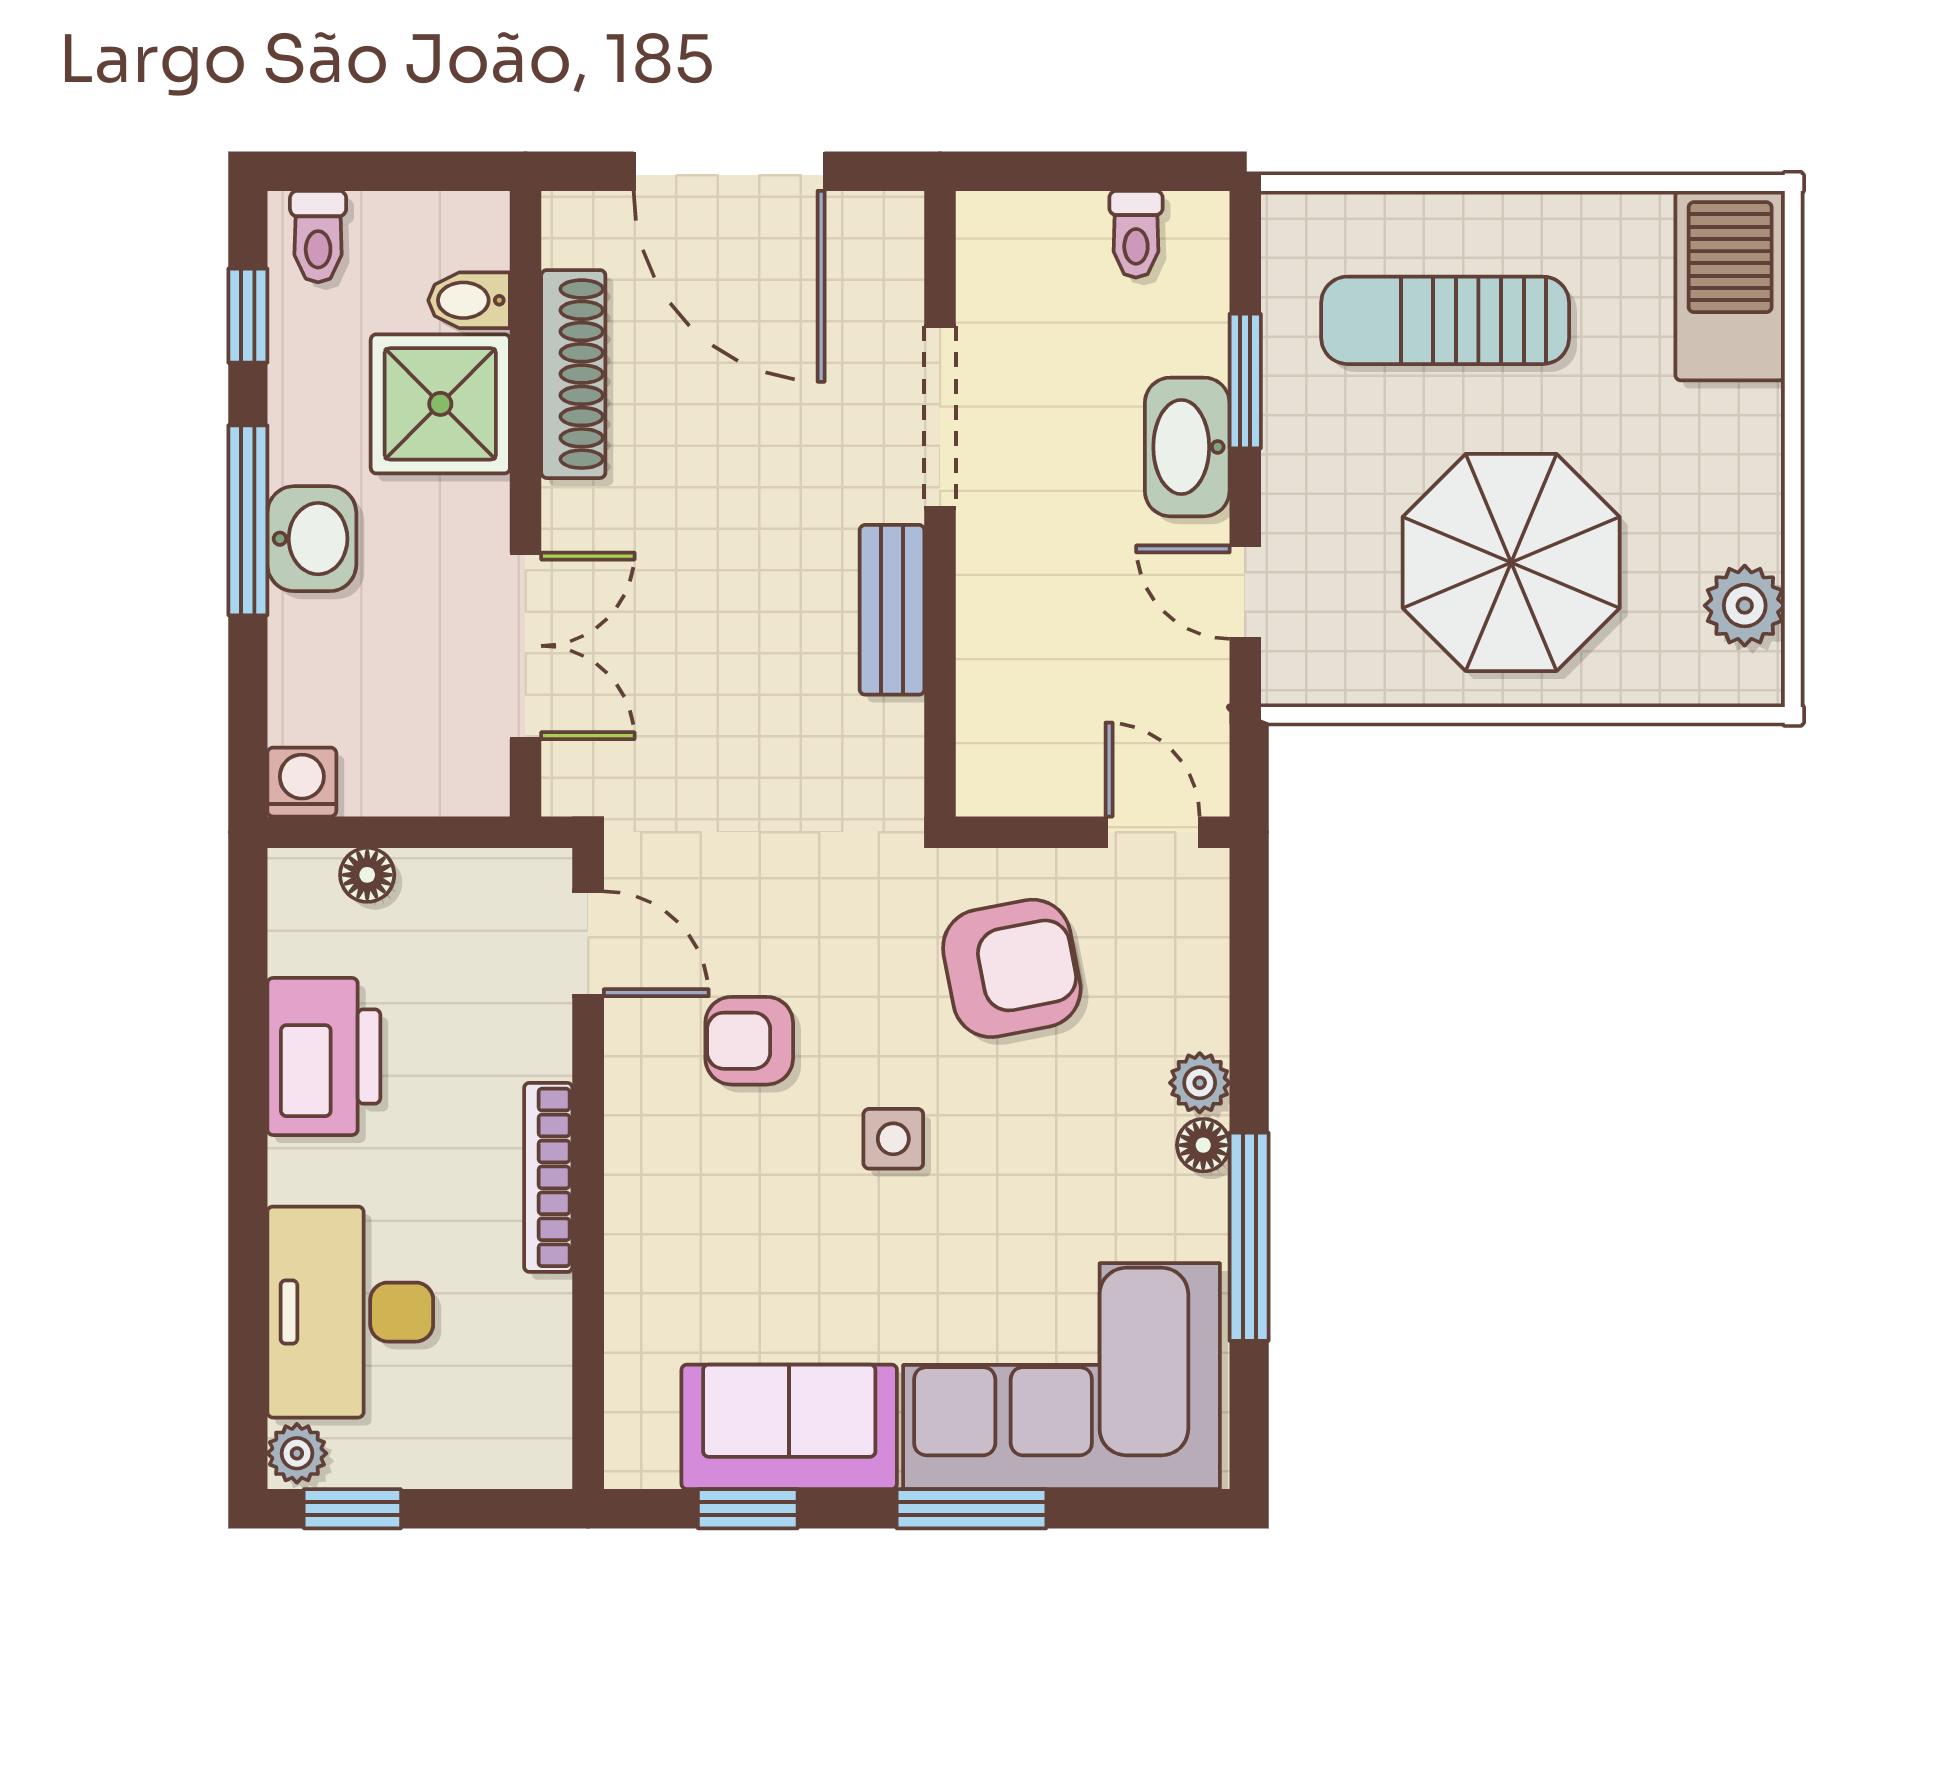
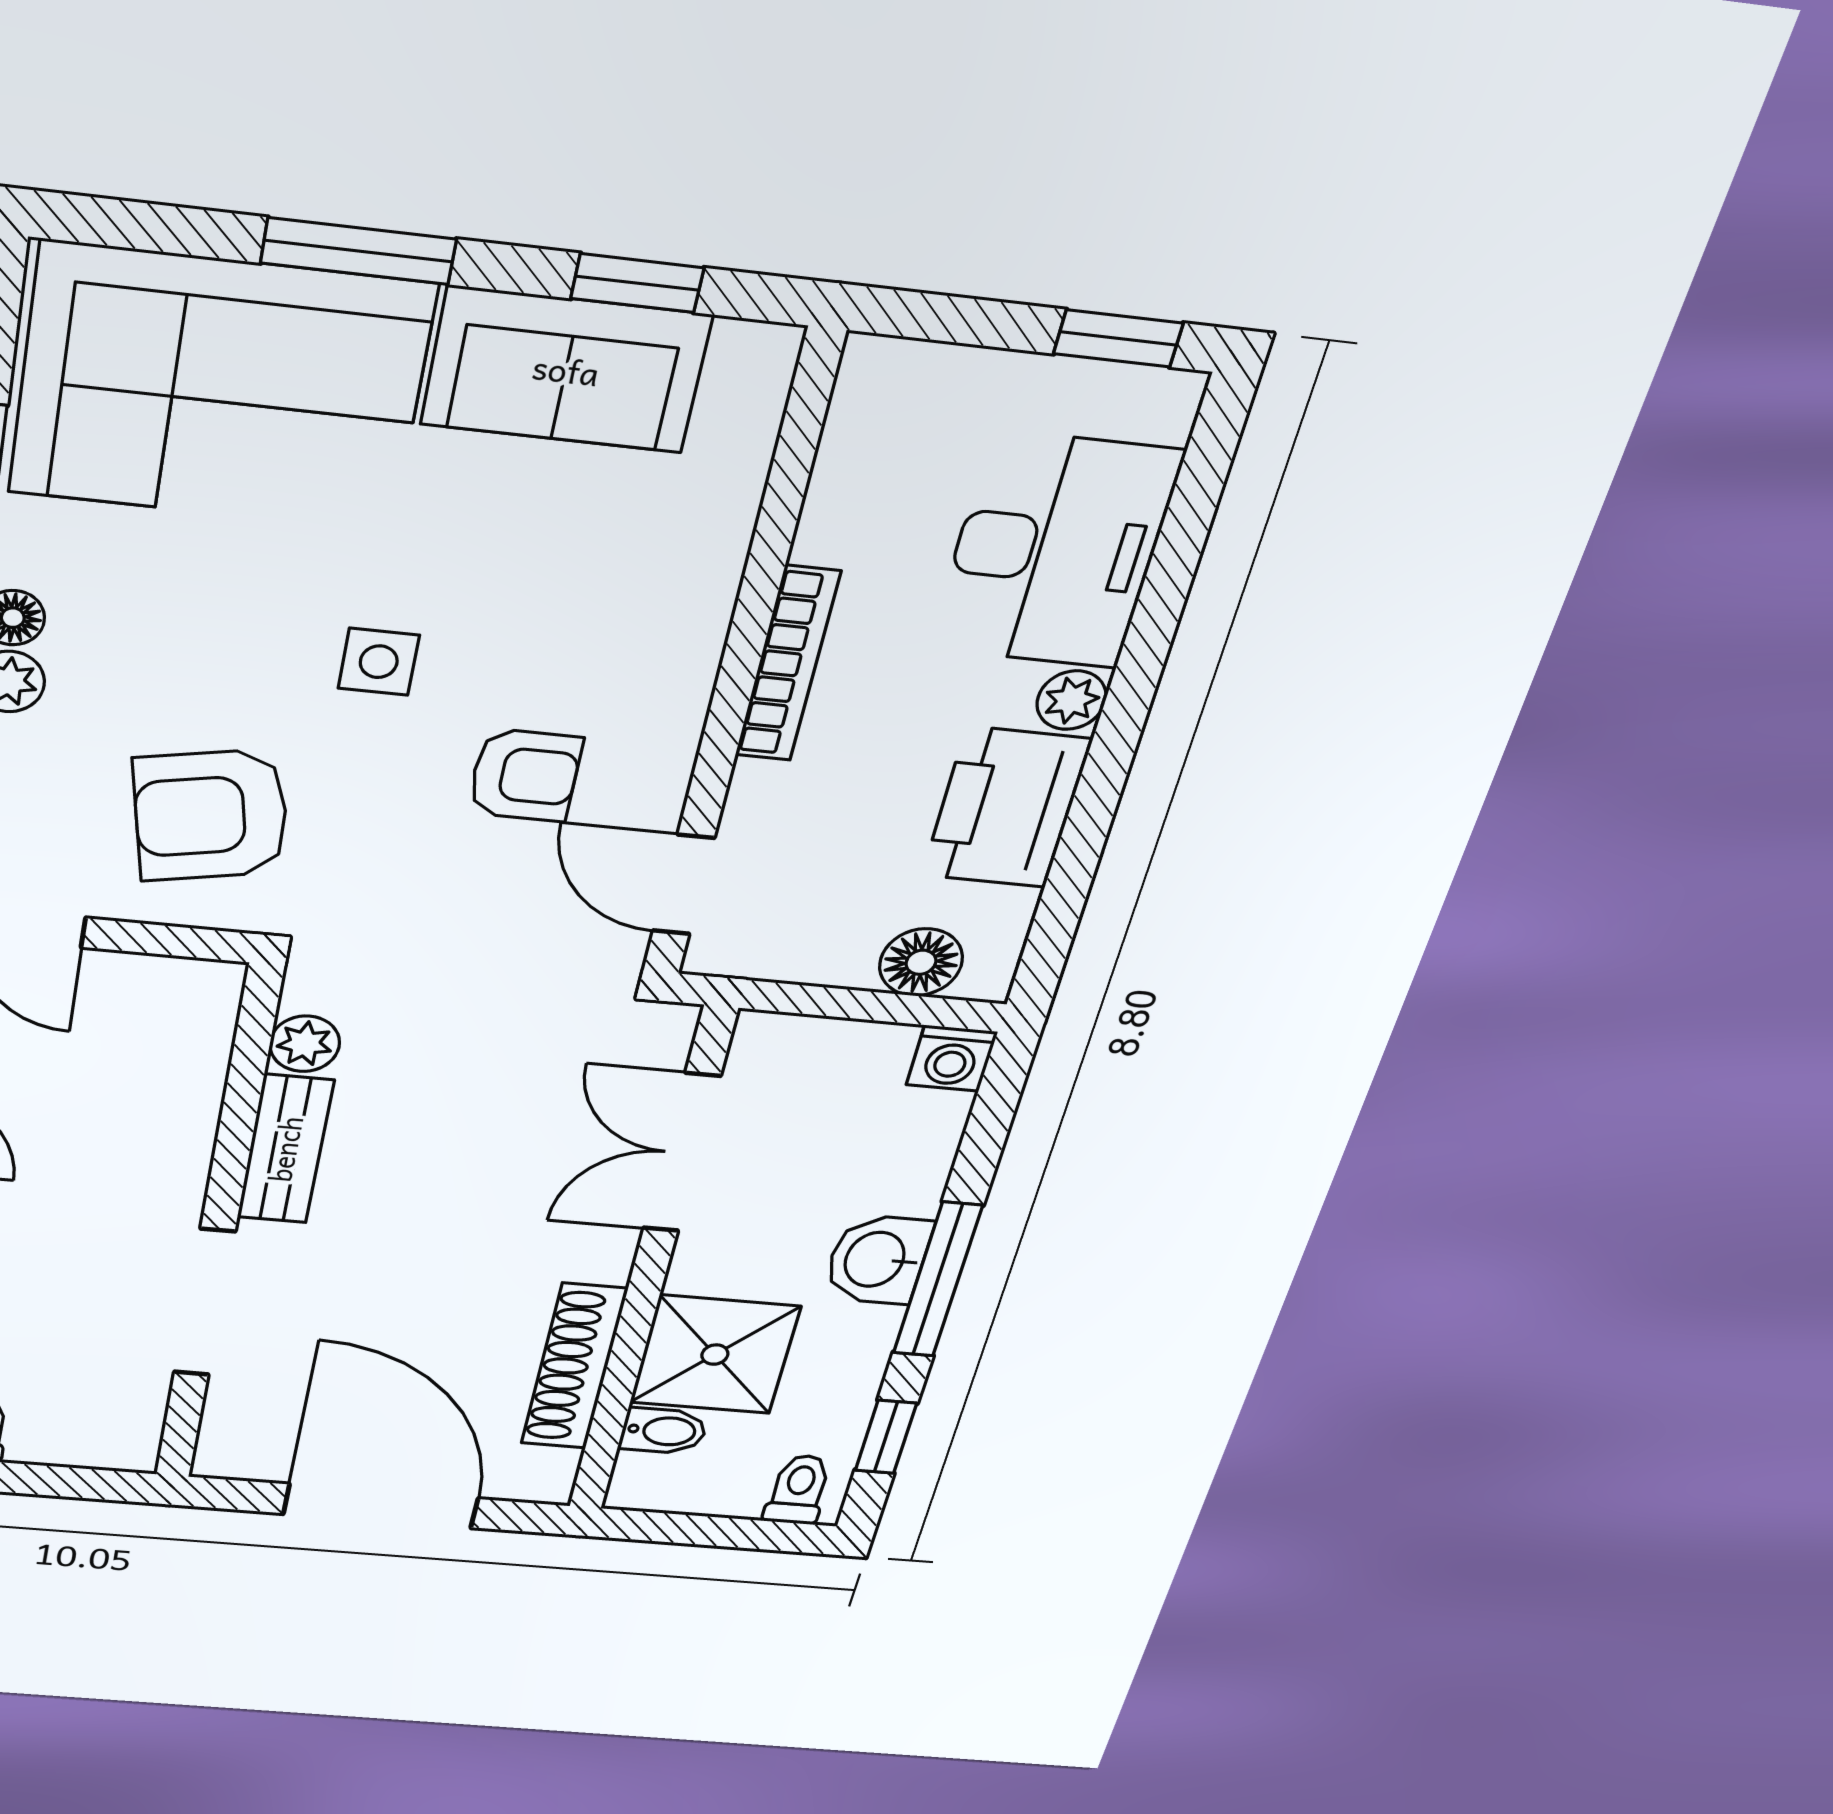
plant: (893, 732) -> (305, 1044), added
floor lamp: (367, 875) -> (921, 962), width x1.37, depth x1.37
plant: (297, 1453) -> (1072, 700), moved

